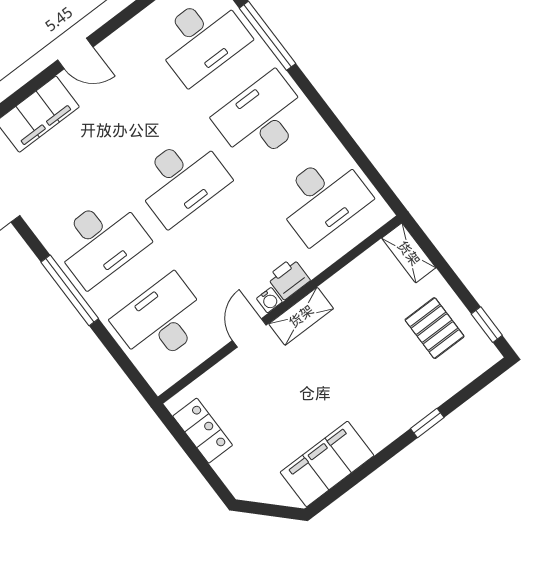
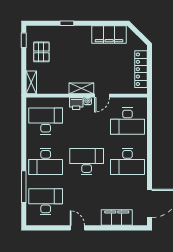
door: (75, 53) -> (77, 228), moved
desk: (100, 241) -> (127, 161), turned 180
window: (70, 290) -> (149, 153), removed
locker: (203, 431) -> (141, 69), width x1.53

